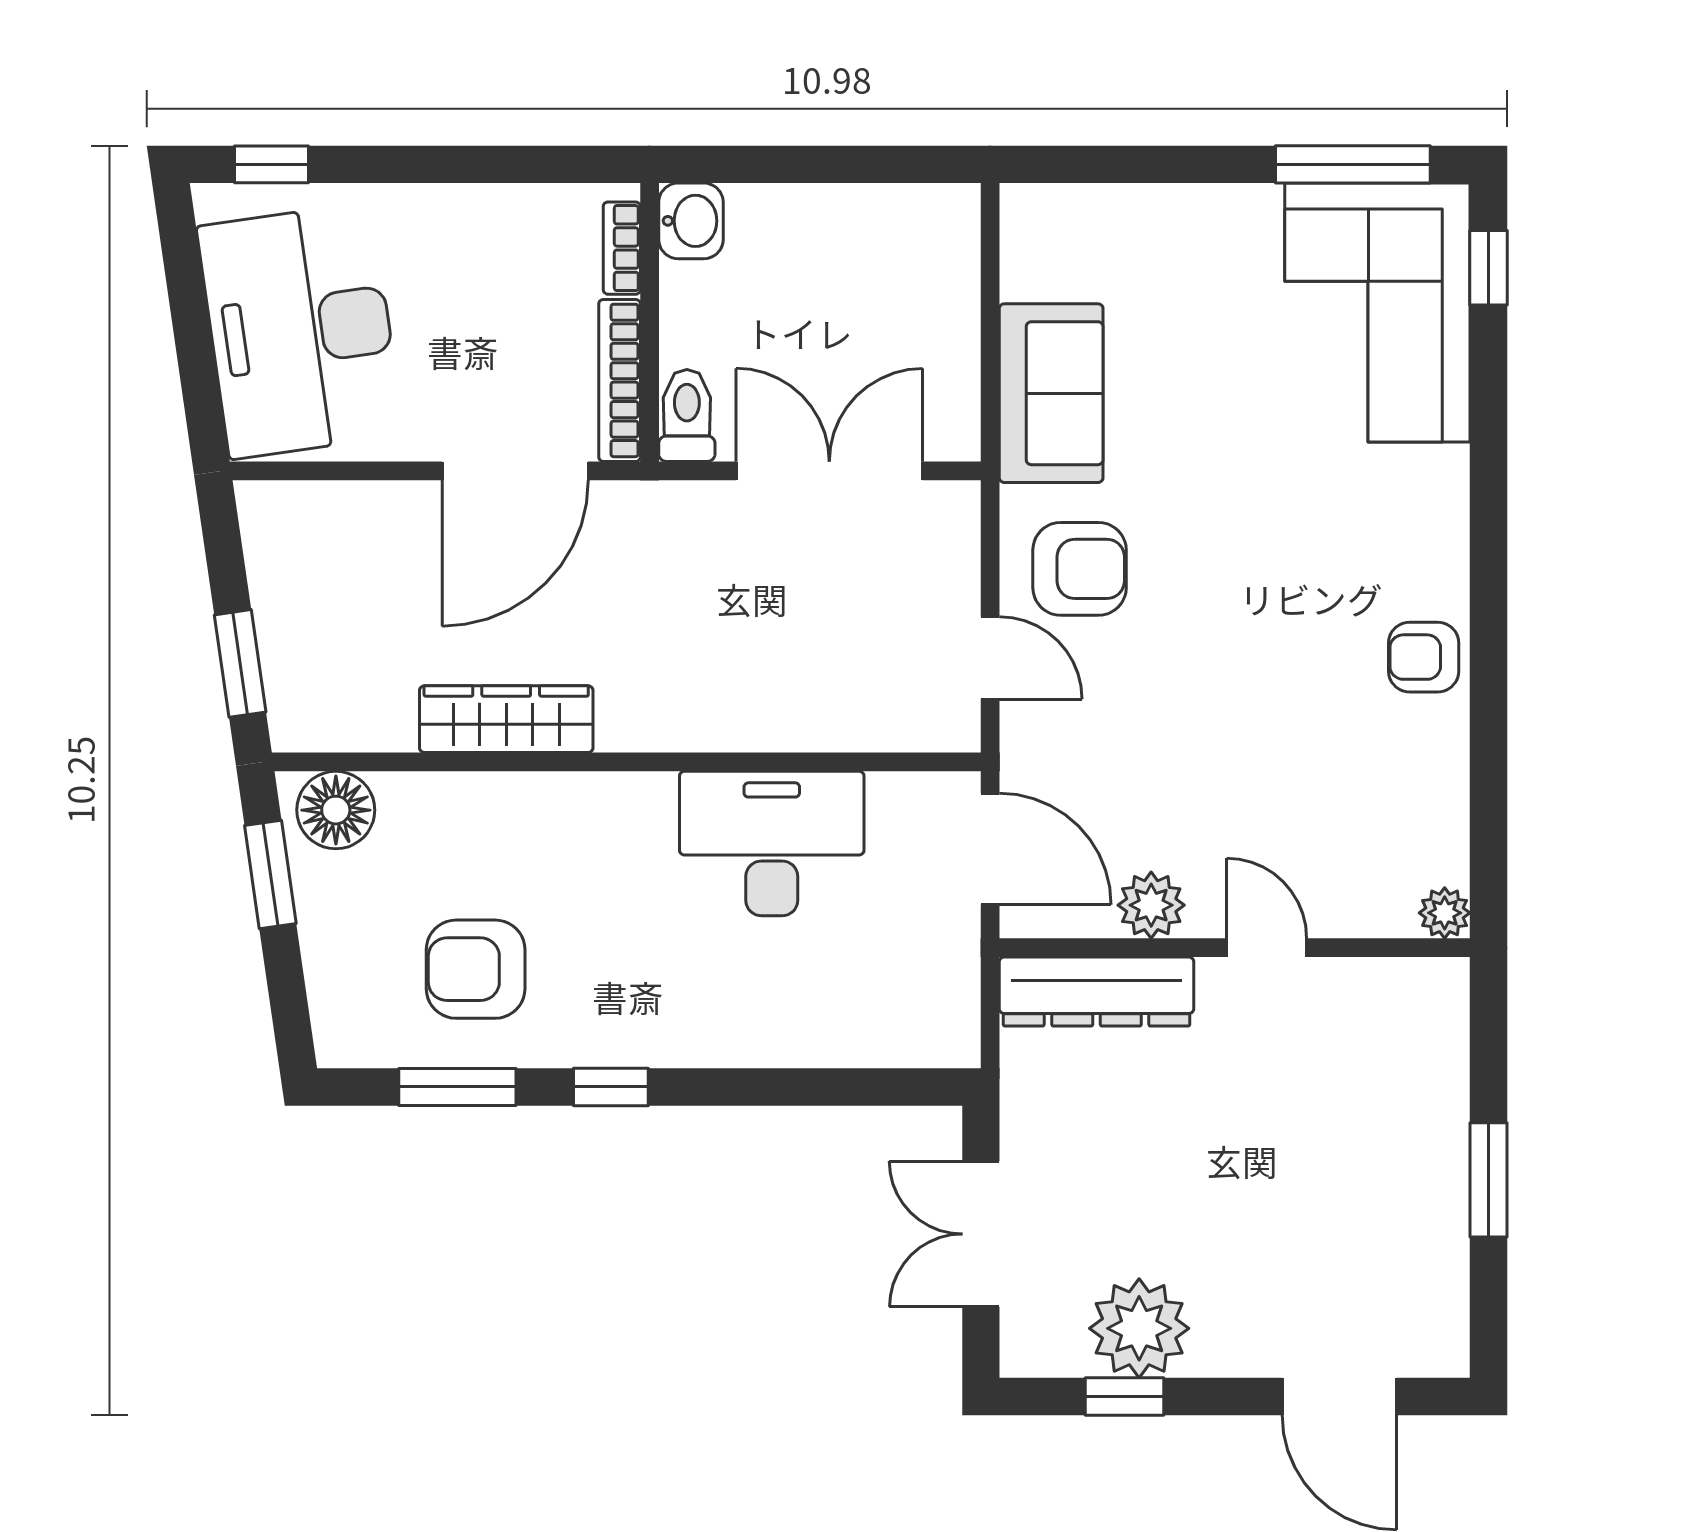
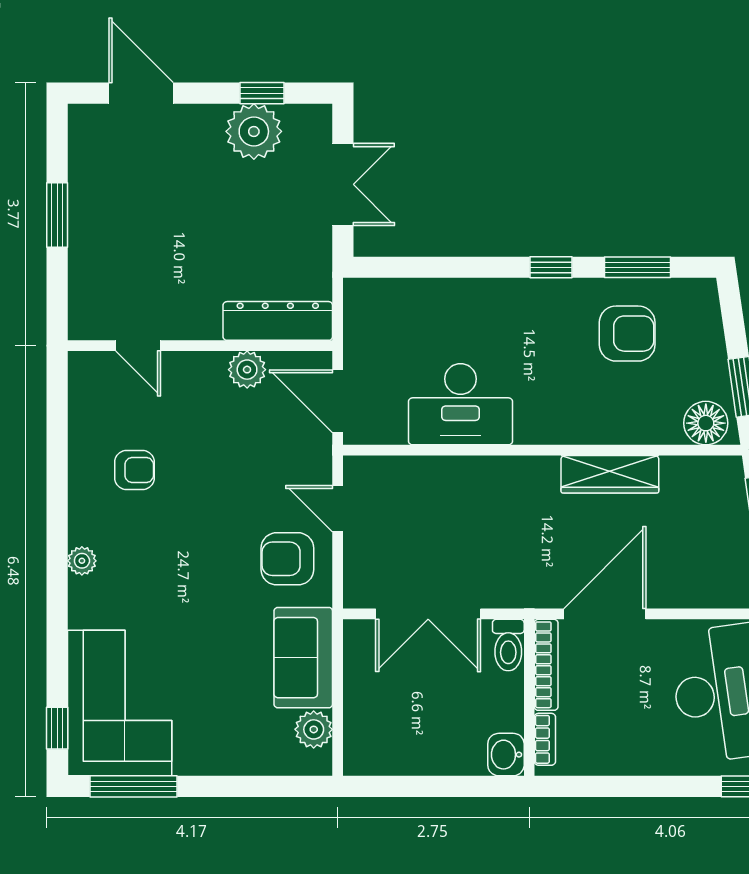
plant: (1033, 265) -> (314, 729), added
armchair: (1424, 657) -> (134, 470), moved
plant: (1445, 913) -> (82, 561), moved
door: (1267, 948) -> (138, 346), moved

